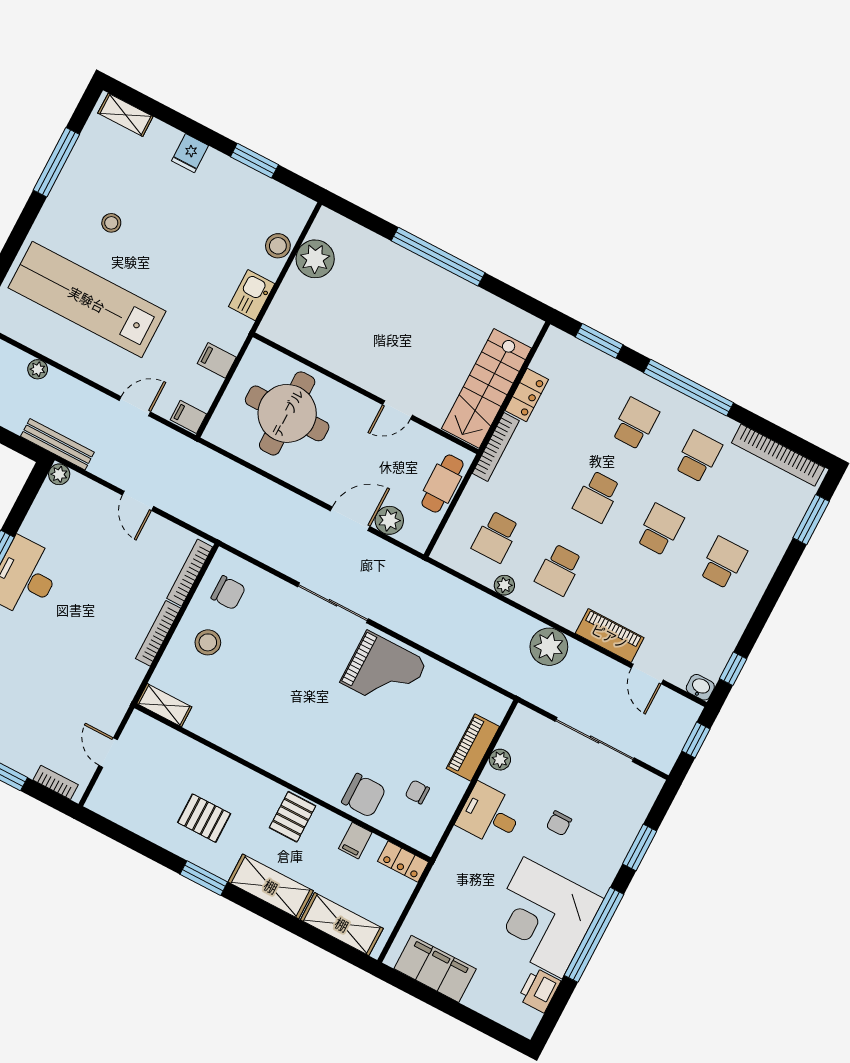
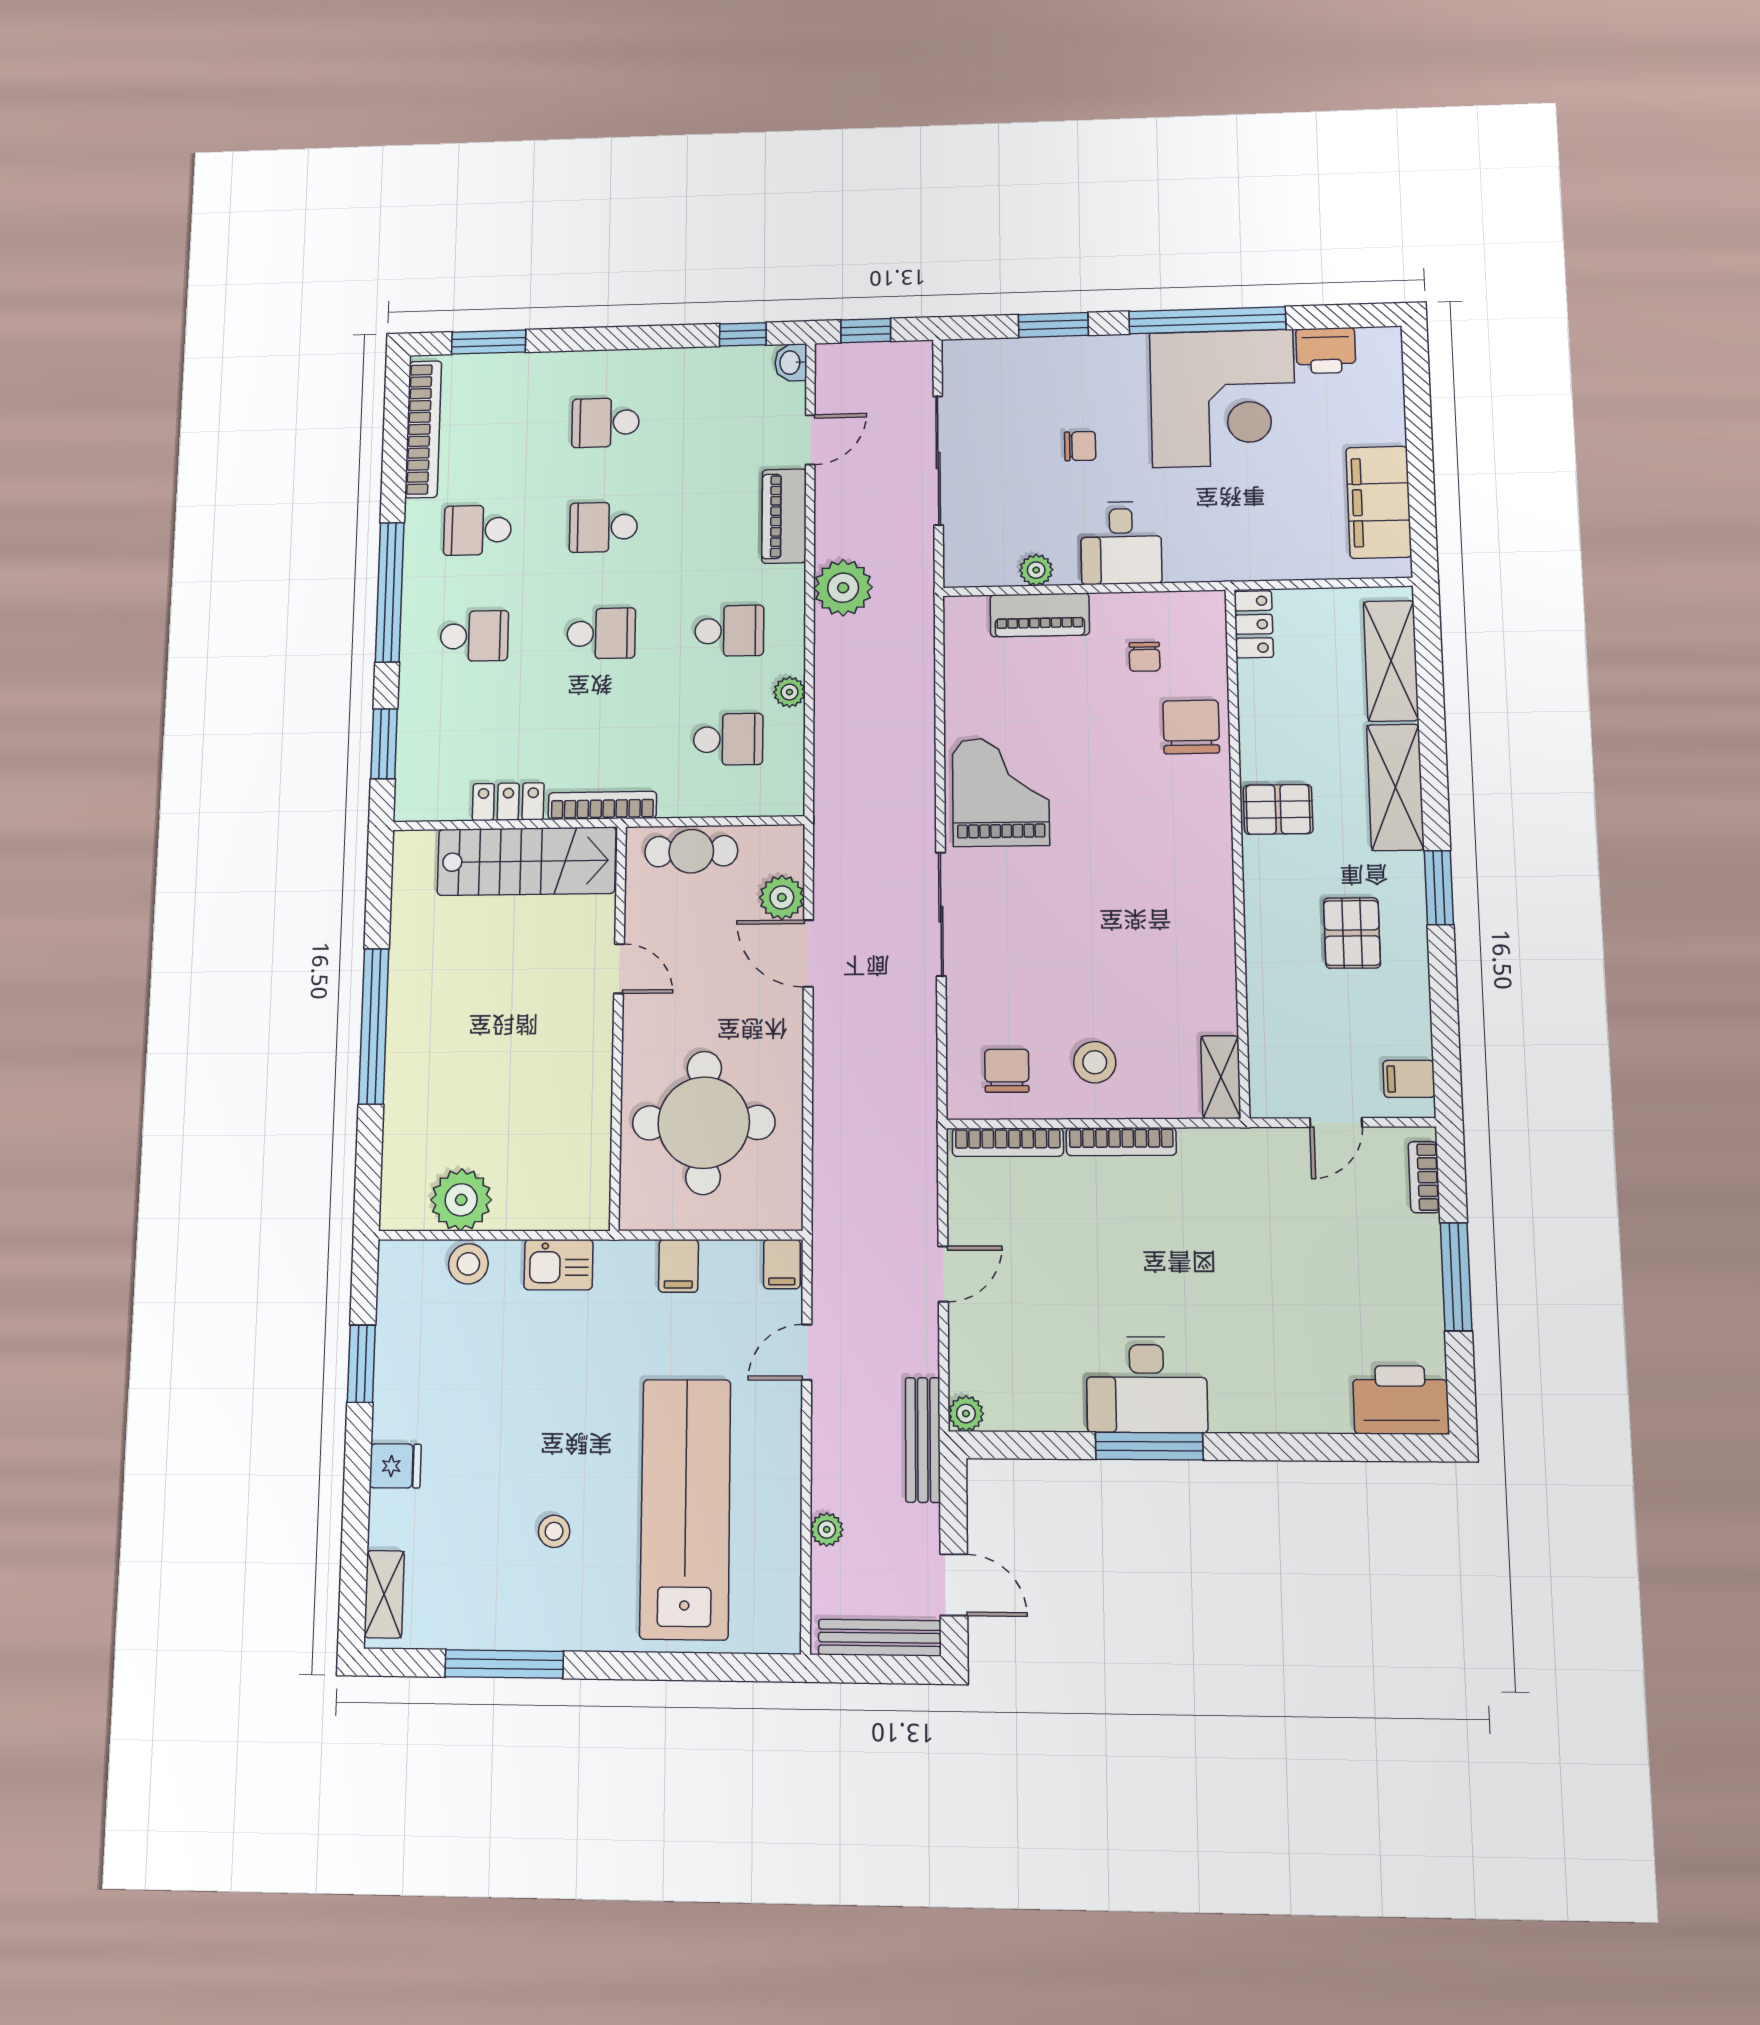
lab bench: (87, 299) -> (685, 1509), turned 180
door: (135, 406) -> (807, 1352), hinge flipped
school desk: (635, 424) -> (474, 636), turned 180
filing cabinet: (355, 841) -> (1409, 1079), moved, turned 180

